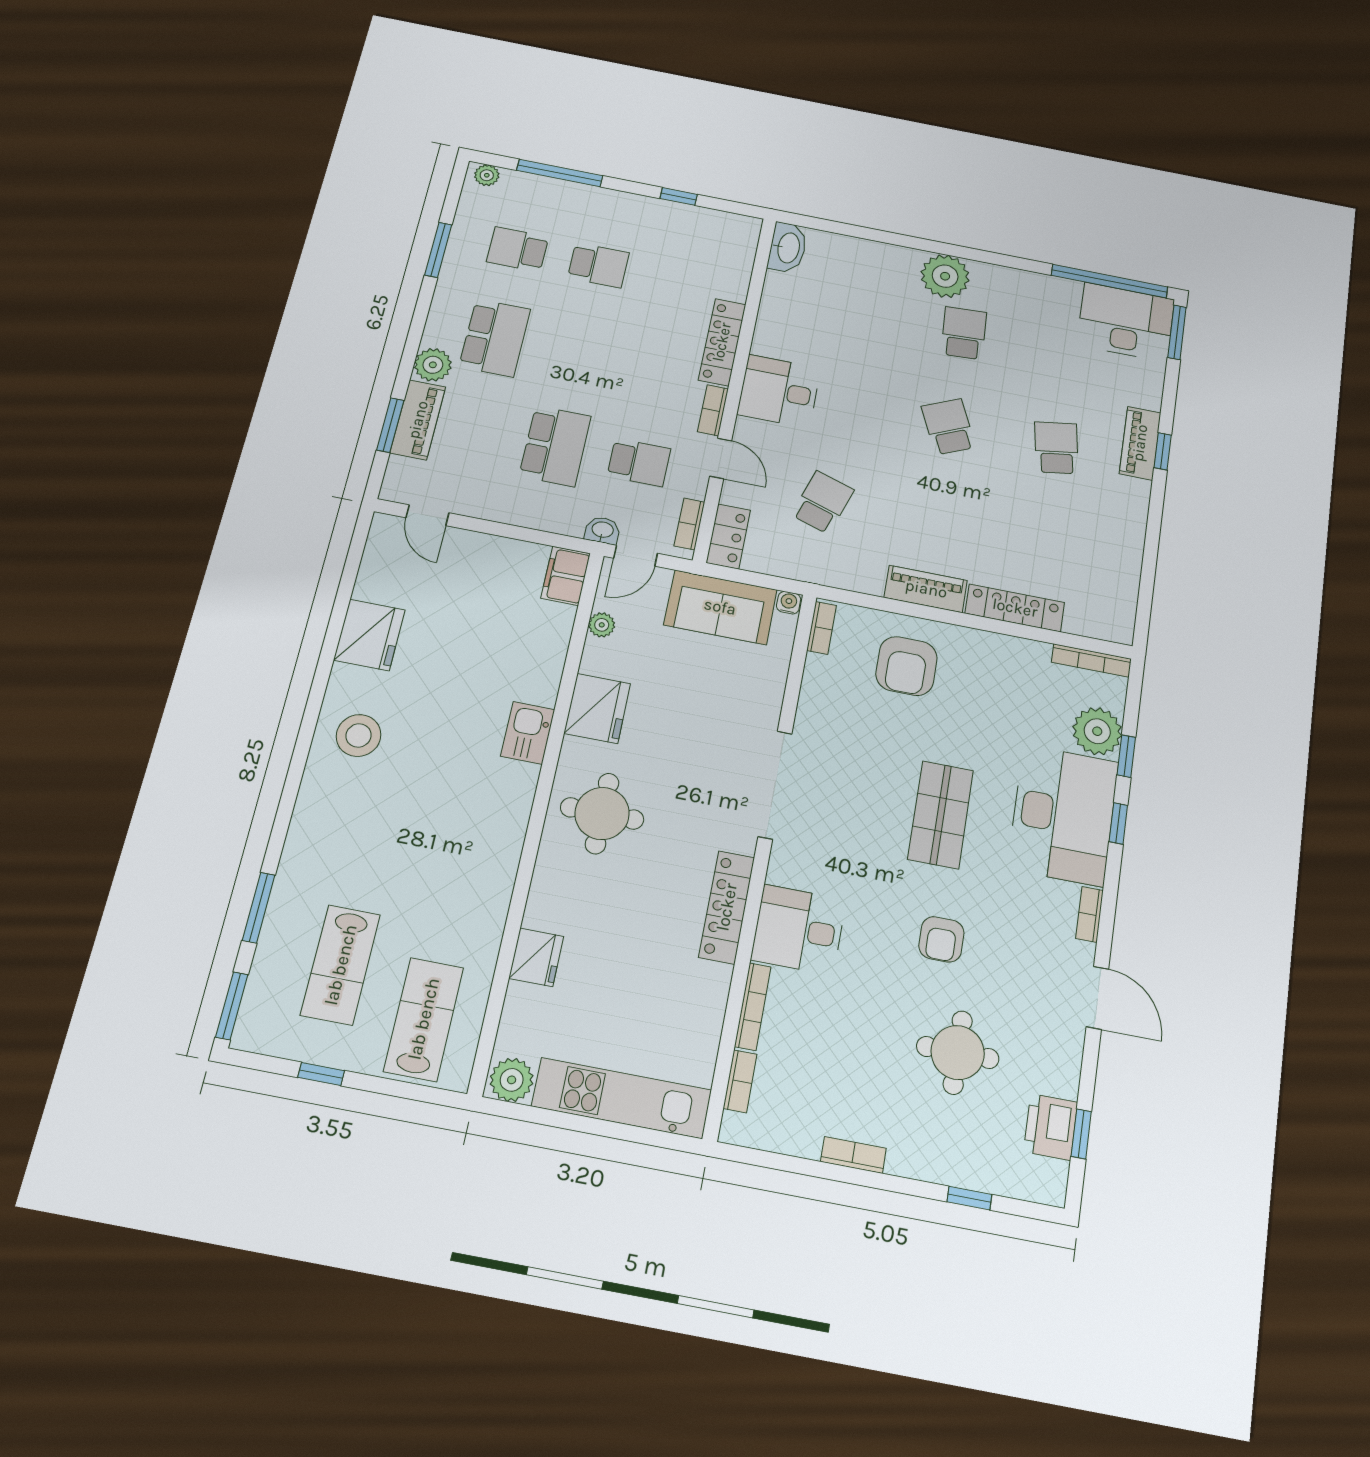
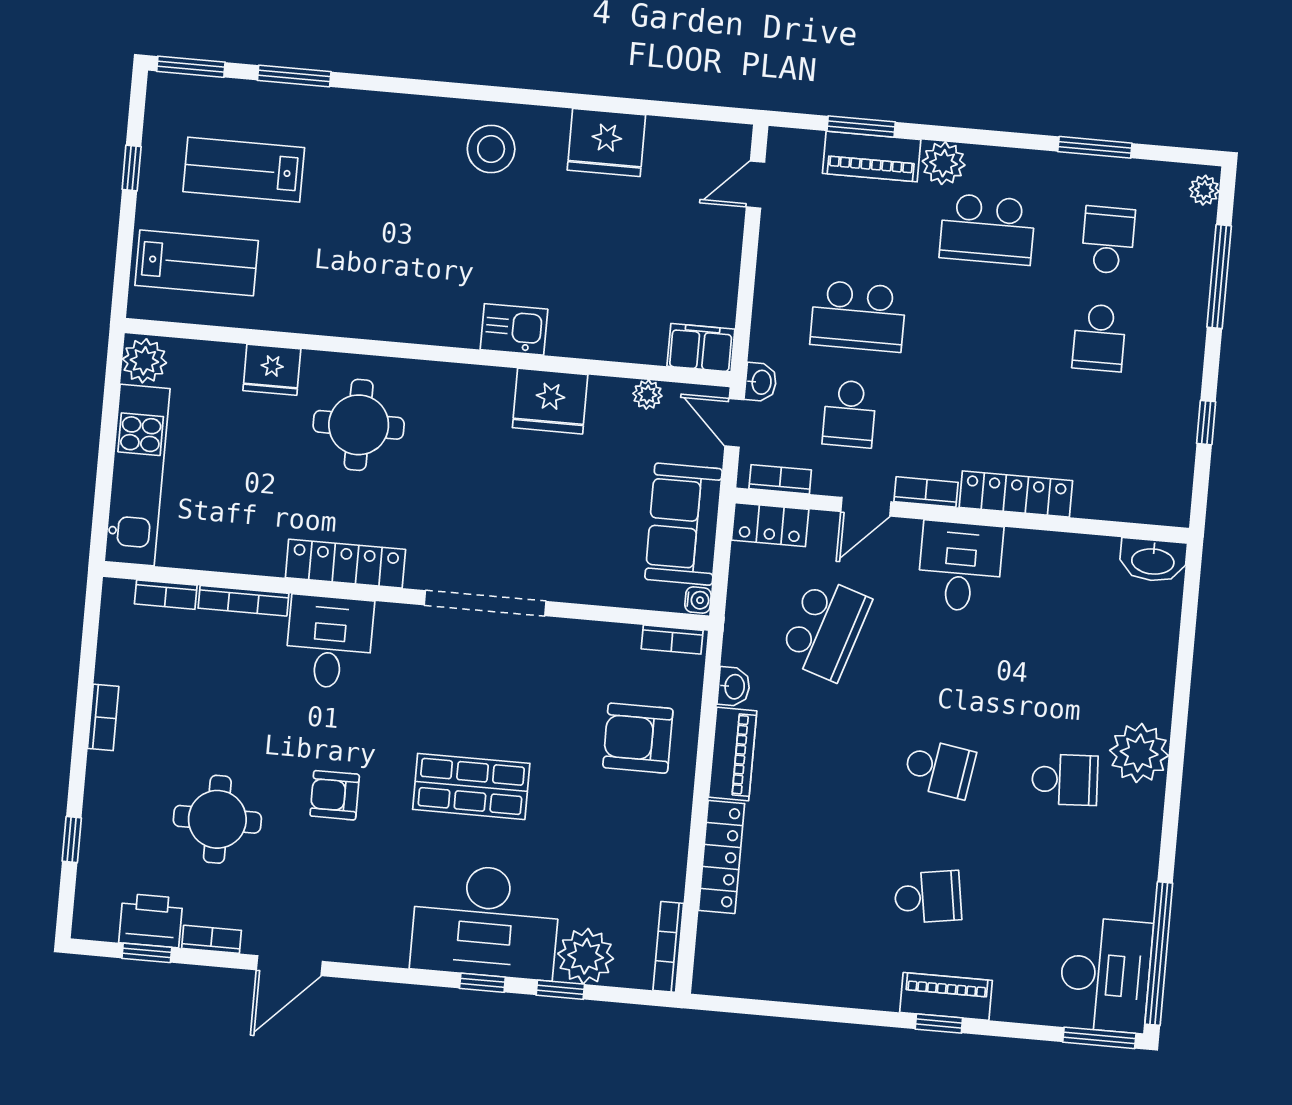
school desk: (948, 427) -> (939, 768), turned 33
school desk: (823, 502) -> (825, 629), width x1.85
washbasin: (867, 582) -> (734, 687), added
round table: (602, 813) -> (359, 425), moved
bookcase: (1090, 914) -> (212, 939), moved

